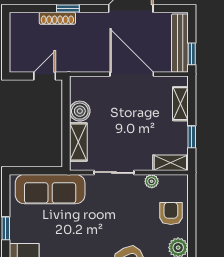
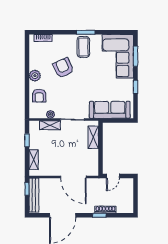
door: (132, 74) -> (73, 177), moved
boiler: (80, 111) -> (92, 155), removed
shelving: (170, 163) -> (50, 125), moved

